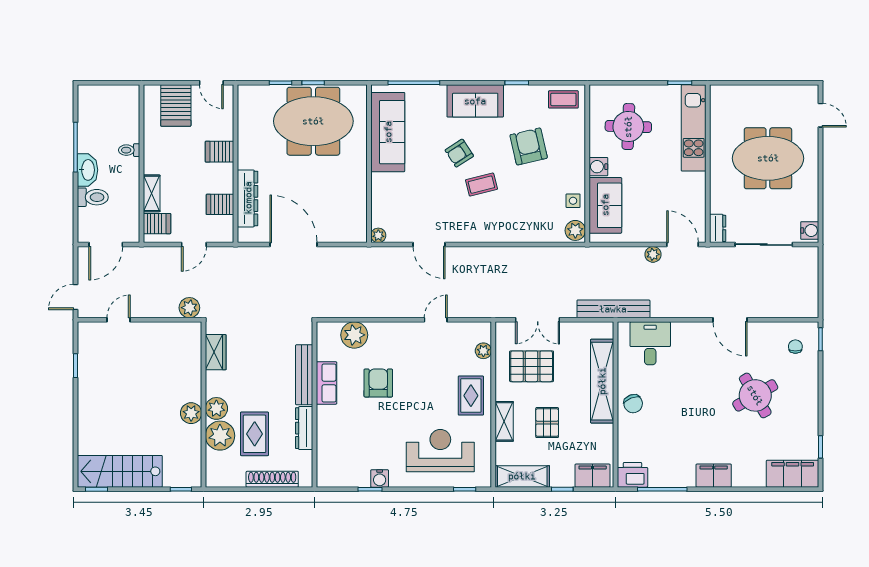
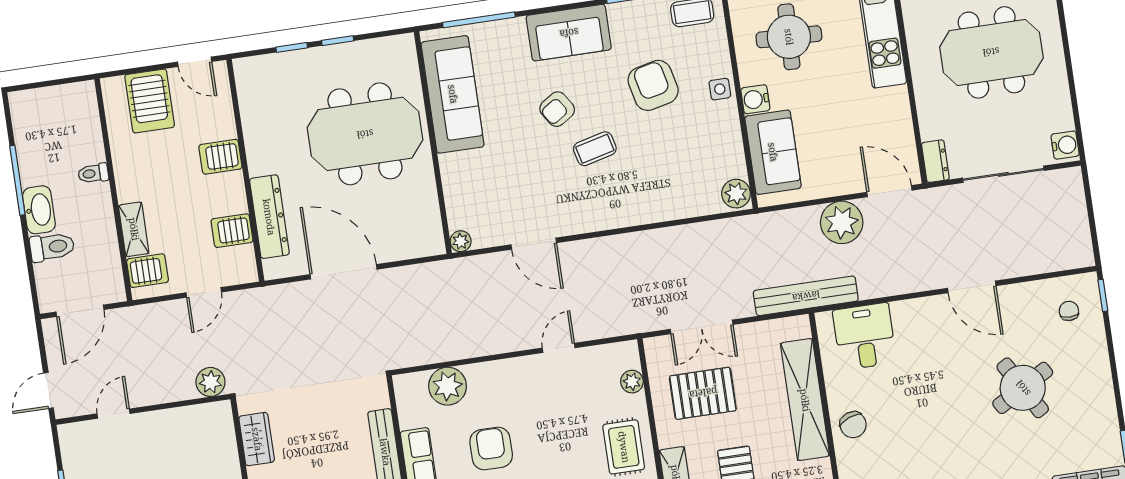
meeting table: (313, 121) -> (365, 134), moved
side table: (573, 201) -> (720, 89), moved
plant: (653, 254) -> (842, 222), width x1.88, depth x1.88

